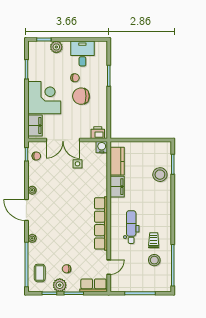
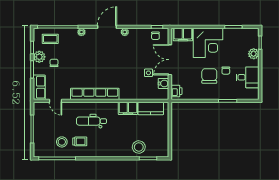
water cooler: (102, 147) -> (163, 83), moved
dental chair: (131, 227) -> (91, 121), turned 180

